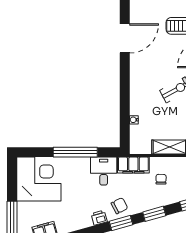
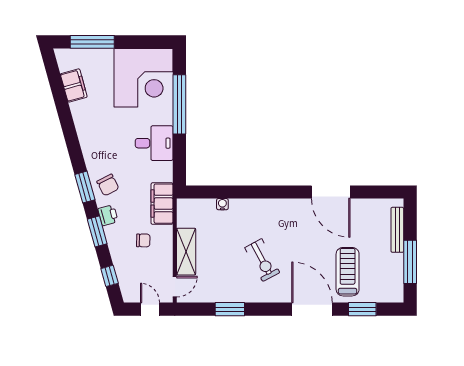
window: (75, 152) -> (179, 104), moved
desk: (104, 171) -> (154, 143), moved
printer: (99, 218) -> (108, 215), moved

